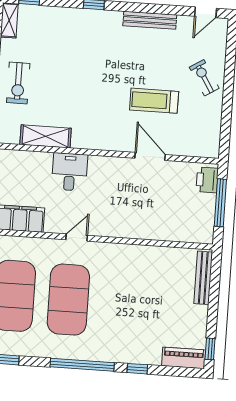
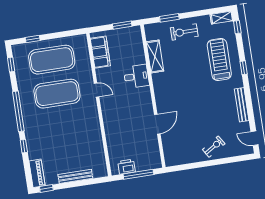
treadmill: (154, 101) -> (219, 59), moved, width x1.37, depth x1.38
printer: (207, 180) -> (126, 167), moved
bench: (203, 278) -> (75, 176), moved

